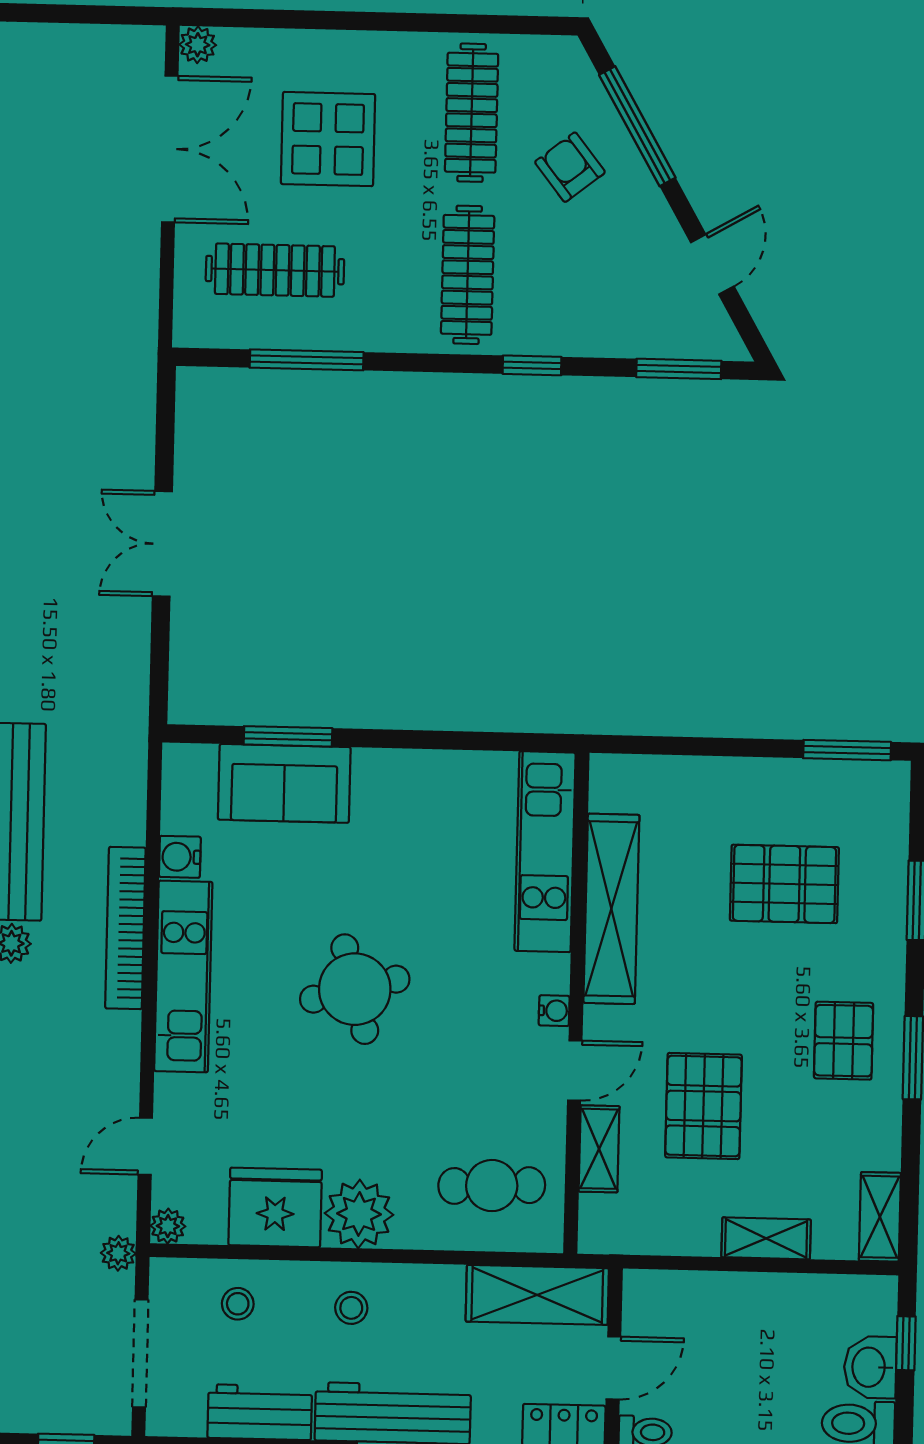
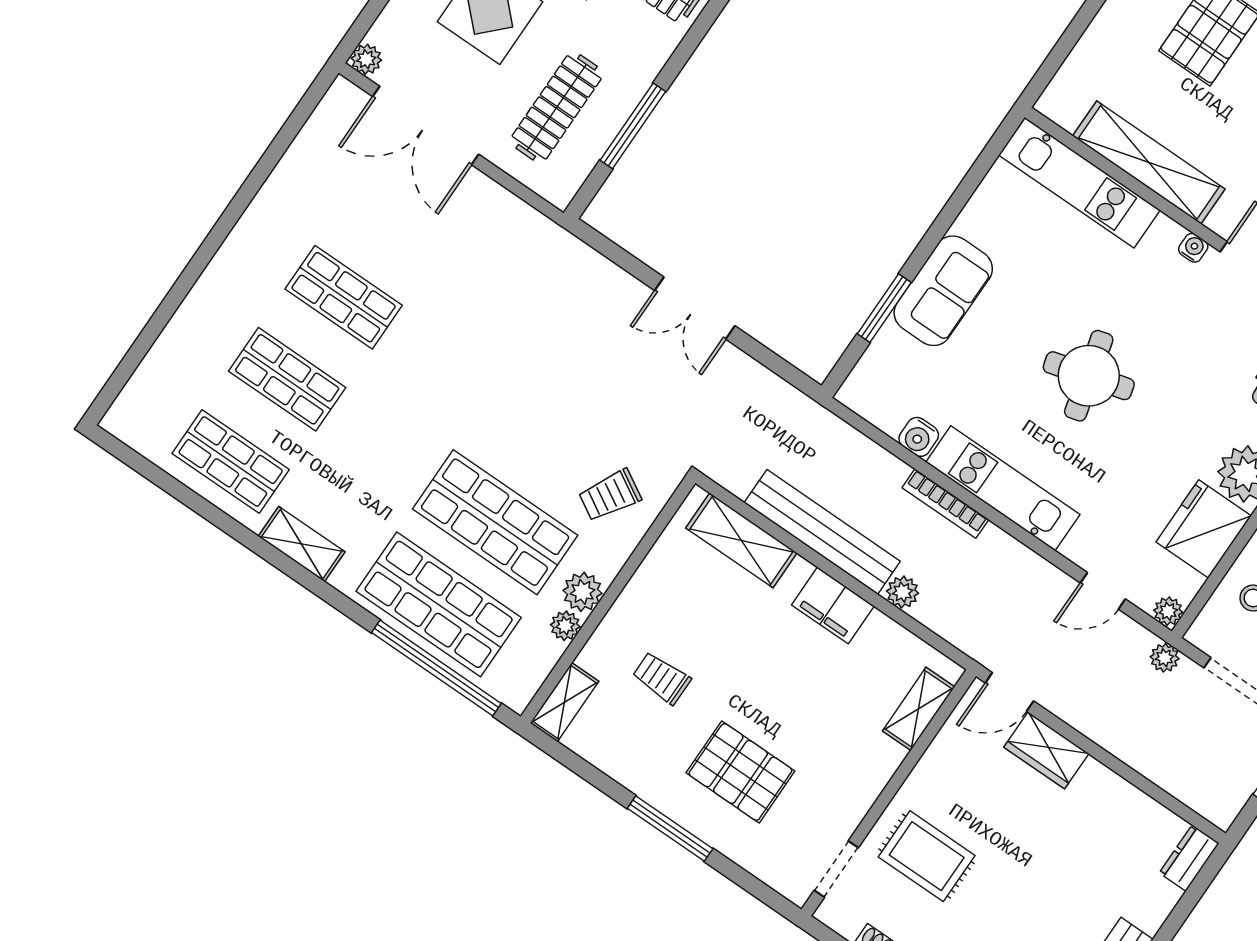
double door: (170, 149) -> (426, 125), swing flipped
sofa: (284, 783) -> (943, 291), moved
bookcase: (125, 928) -> (945, 504), width x0.68, depth x0.76
door: (145, 1146) -> (1103, 591), hinge flipped

